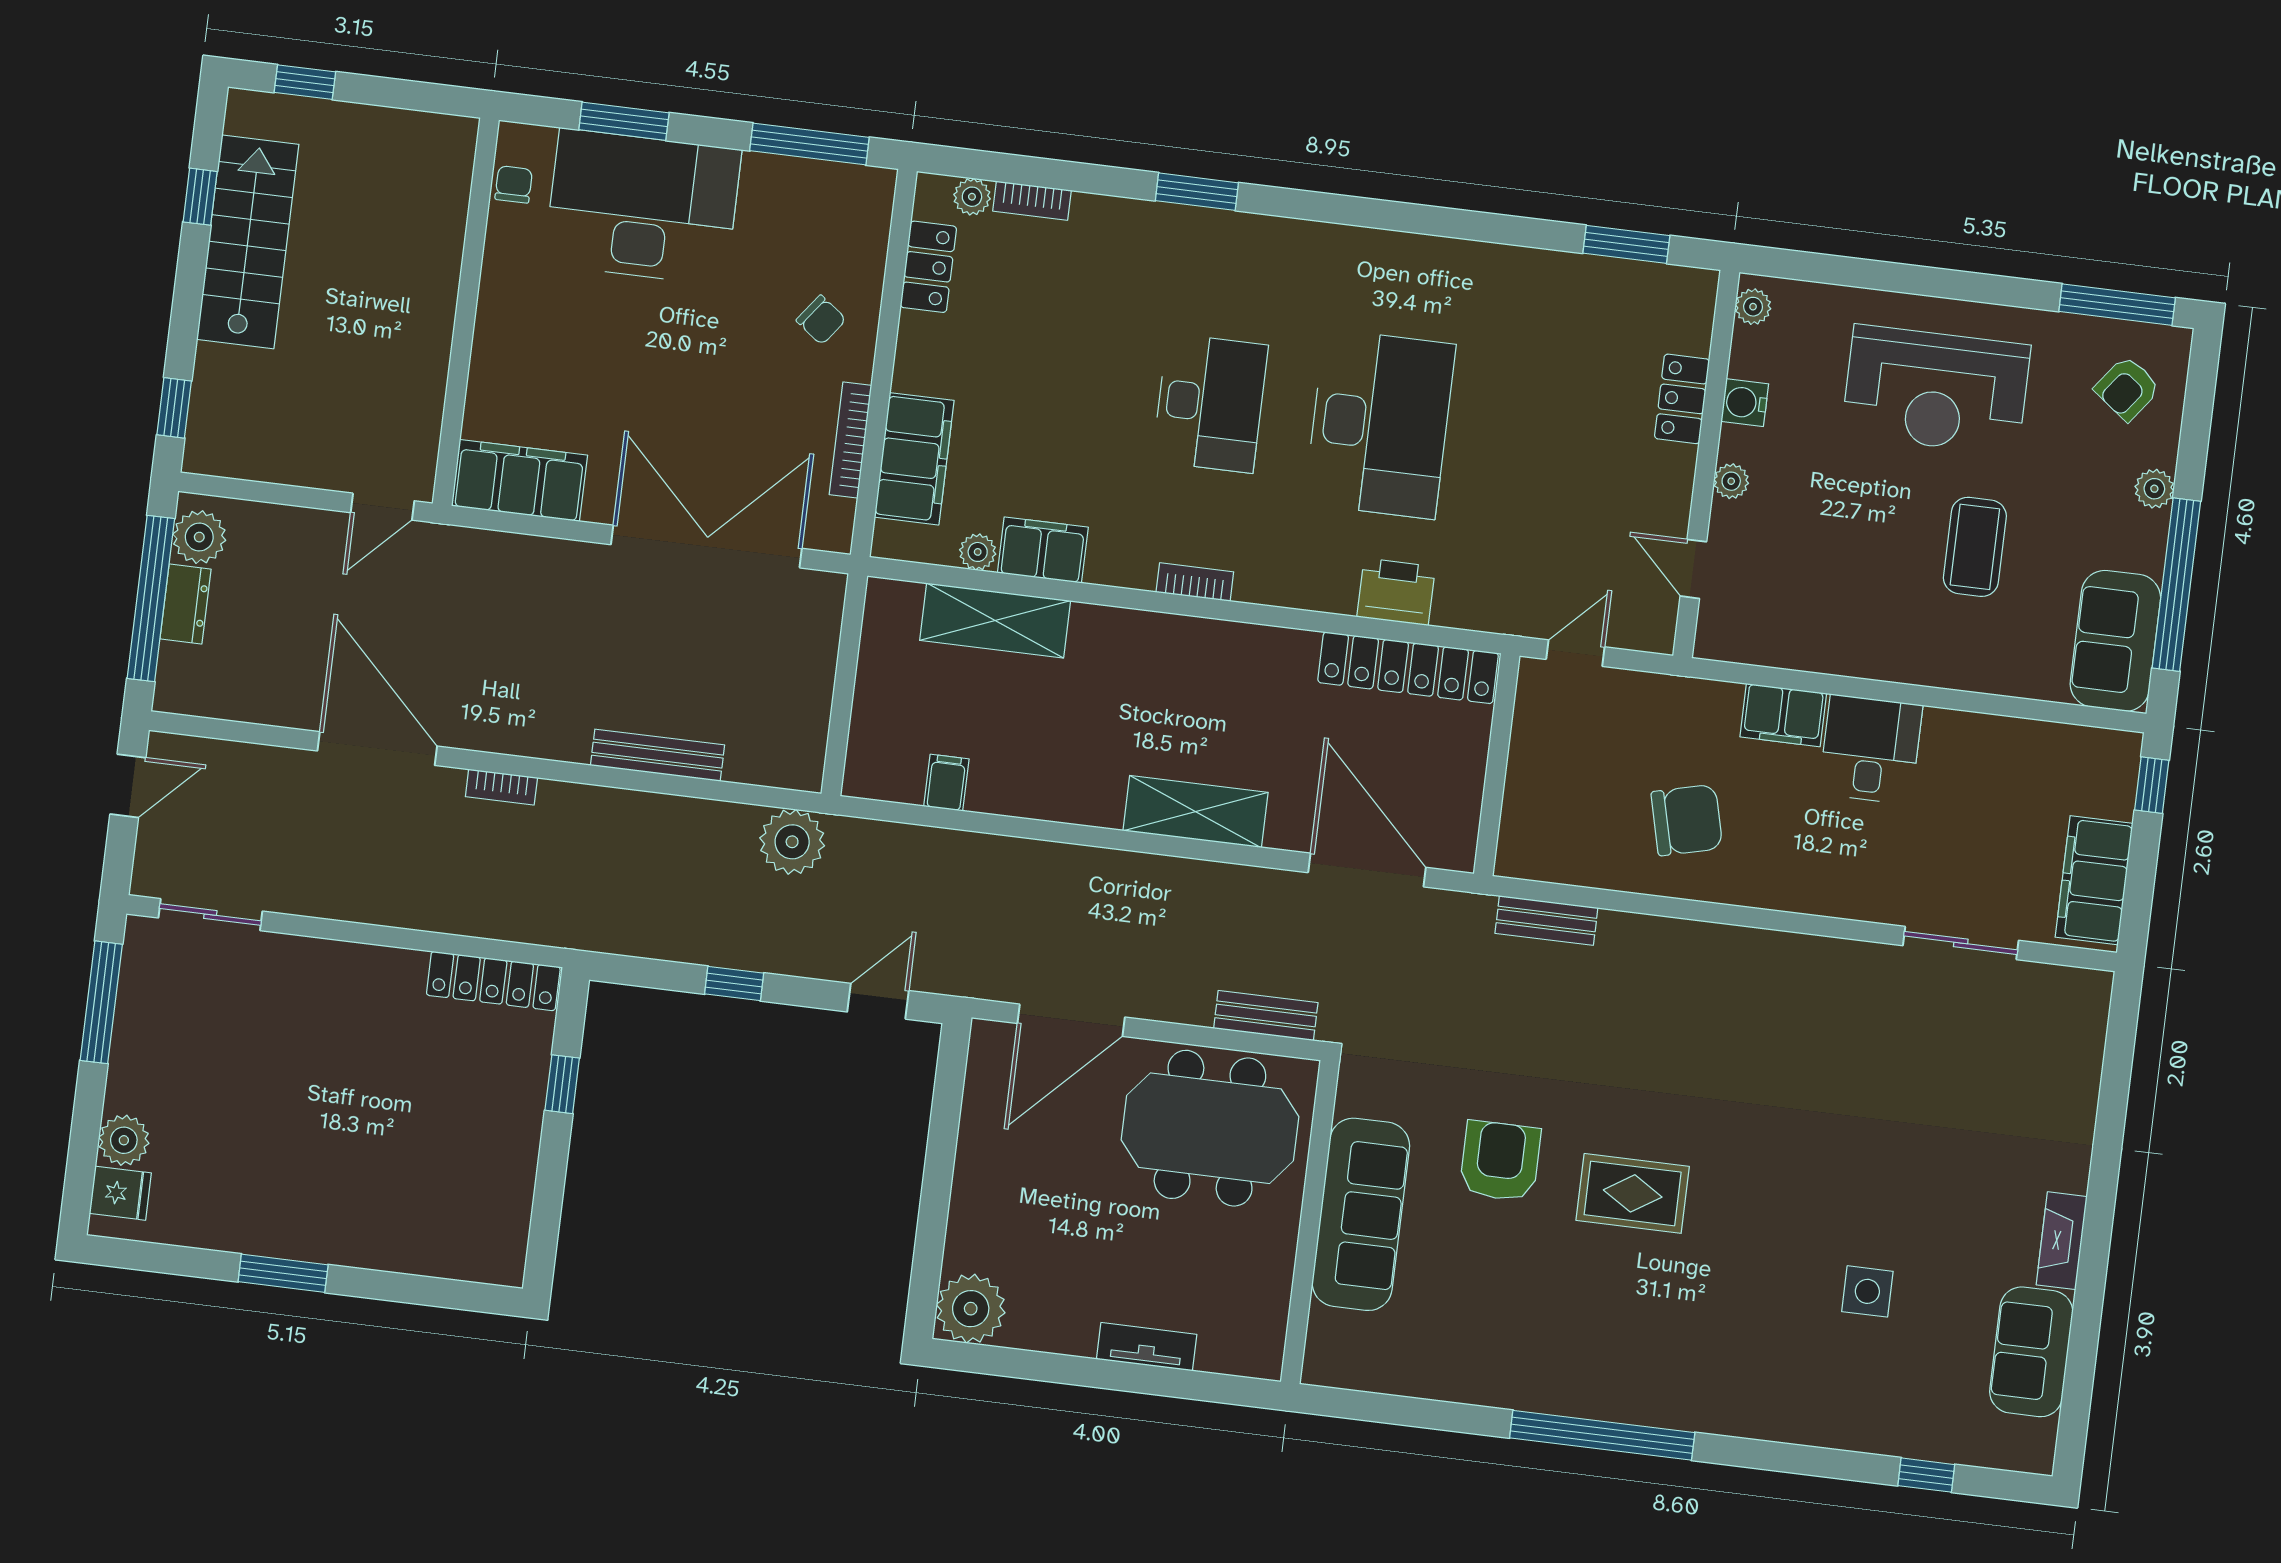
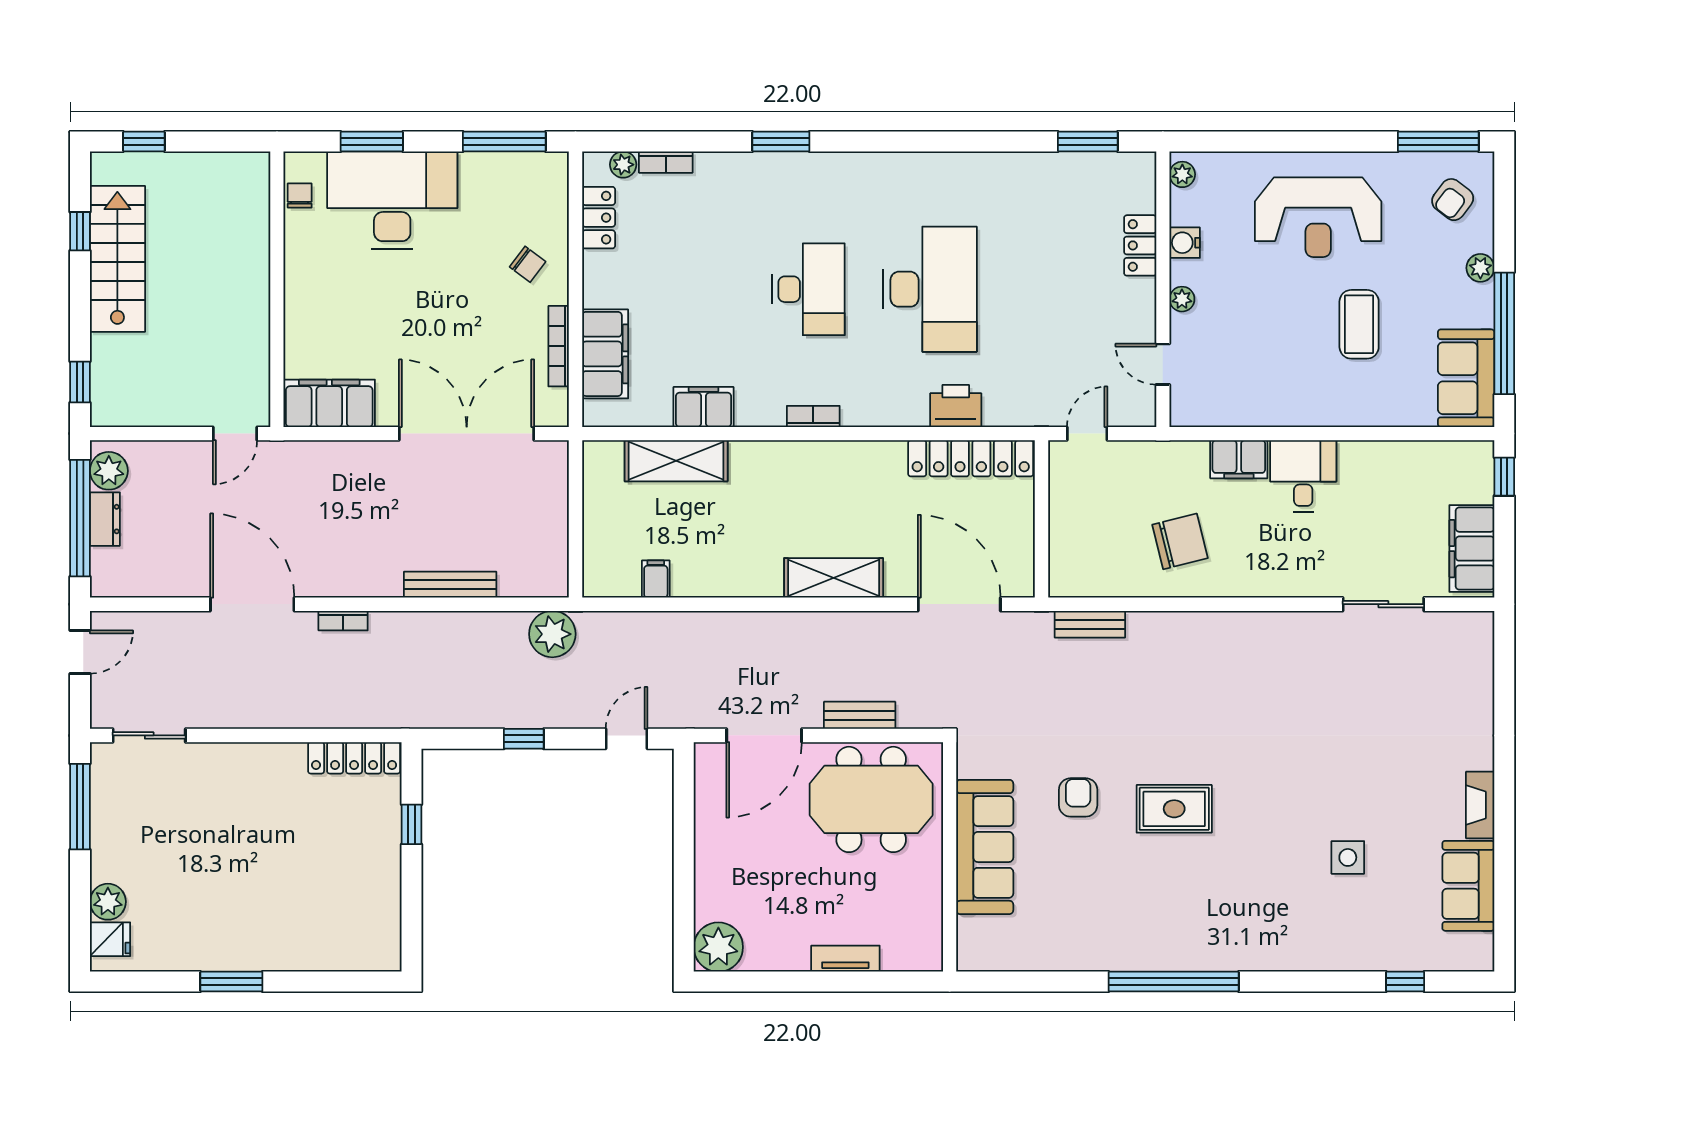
plant: (978, 552) -> (658, 414), removed
bench: (1266, 1015) -> (860, 715), moved
armchair: (1500, 1161) -> (1078, 797), width x0.72, depth x0.72

